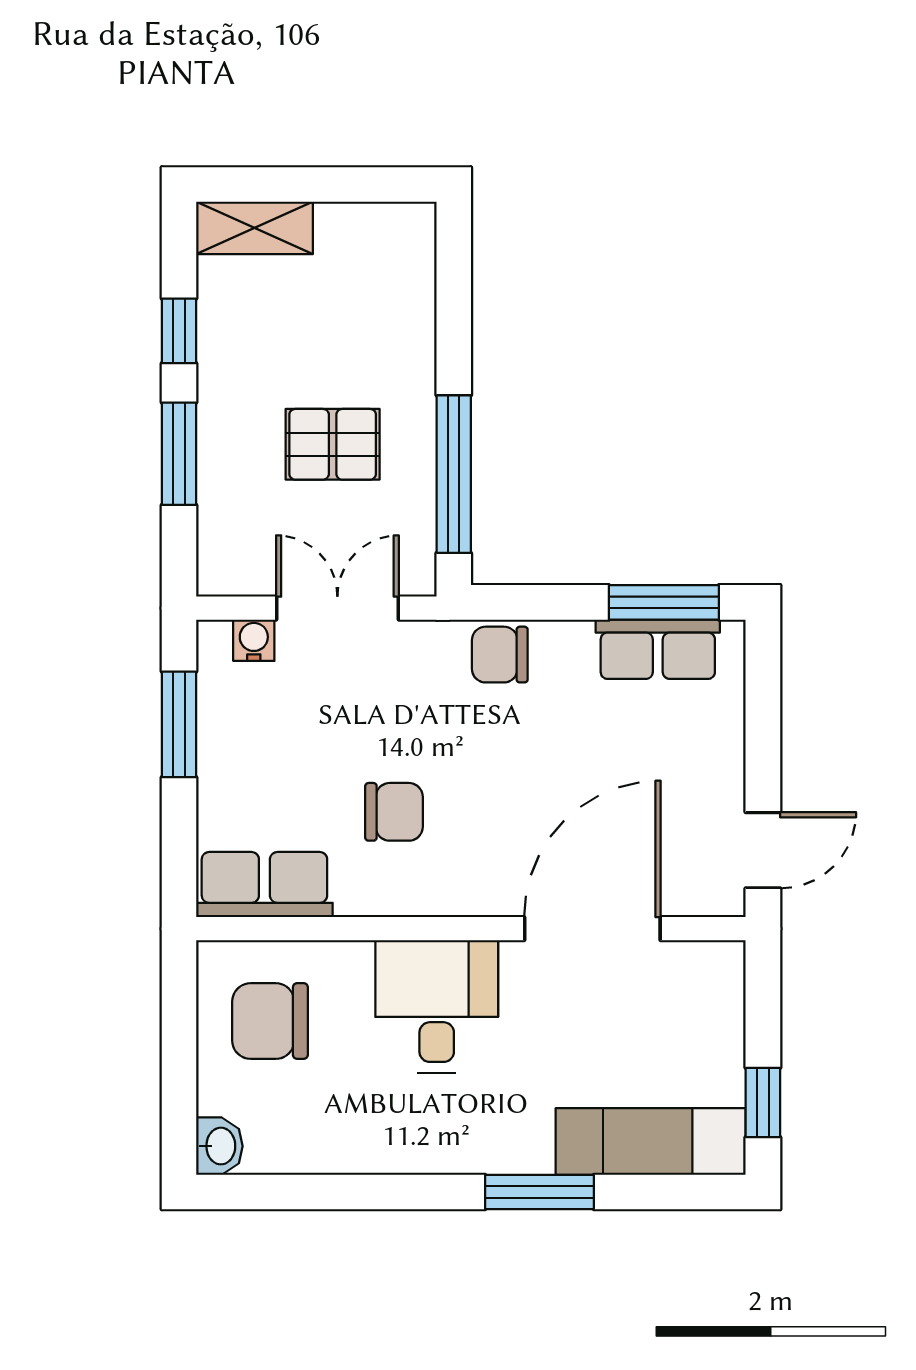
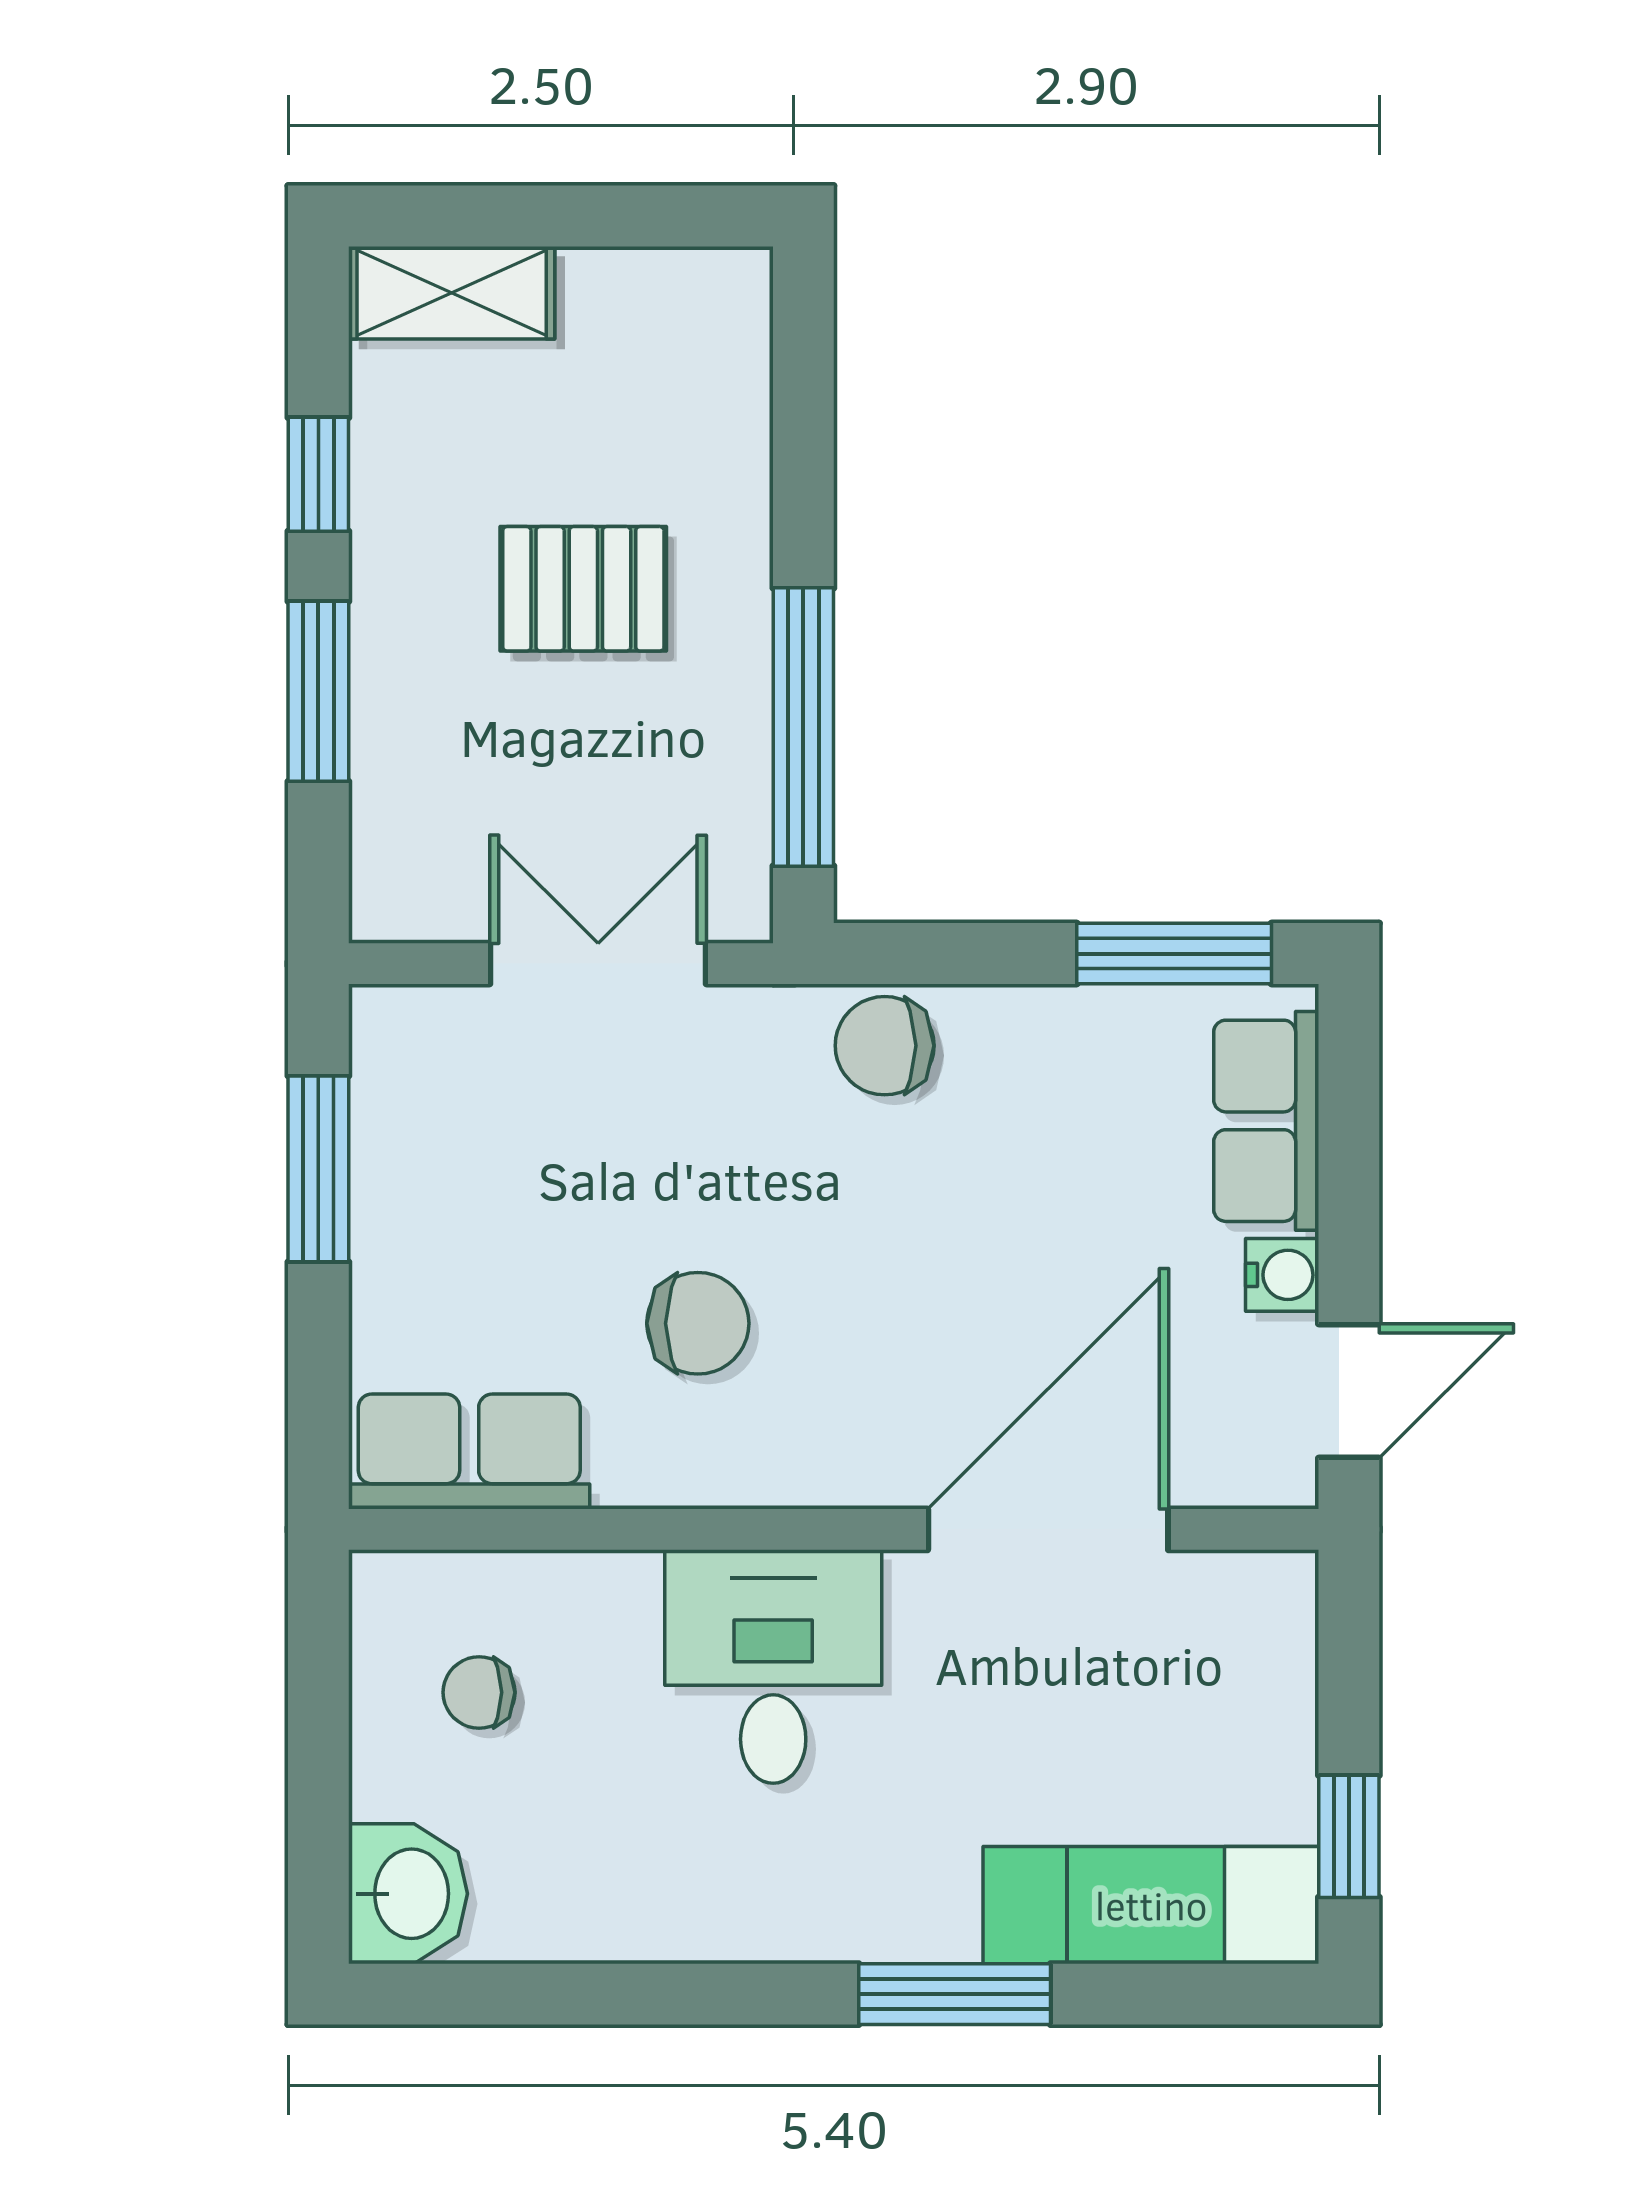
pallet: (333, 444) -> (583, 589), moved
water cooler: (254, 640) -> (1282, 1275), moved, turned 90
row of seats: (658, 649) -> (1266, 1121), moved, turned 90
chair: (270, 1021) -> (479, 1692), width x0.54, depth x0.54
washbasin: (219, 1146) -> (408, 1894), width x1.38, depth x1.45

